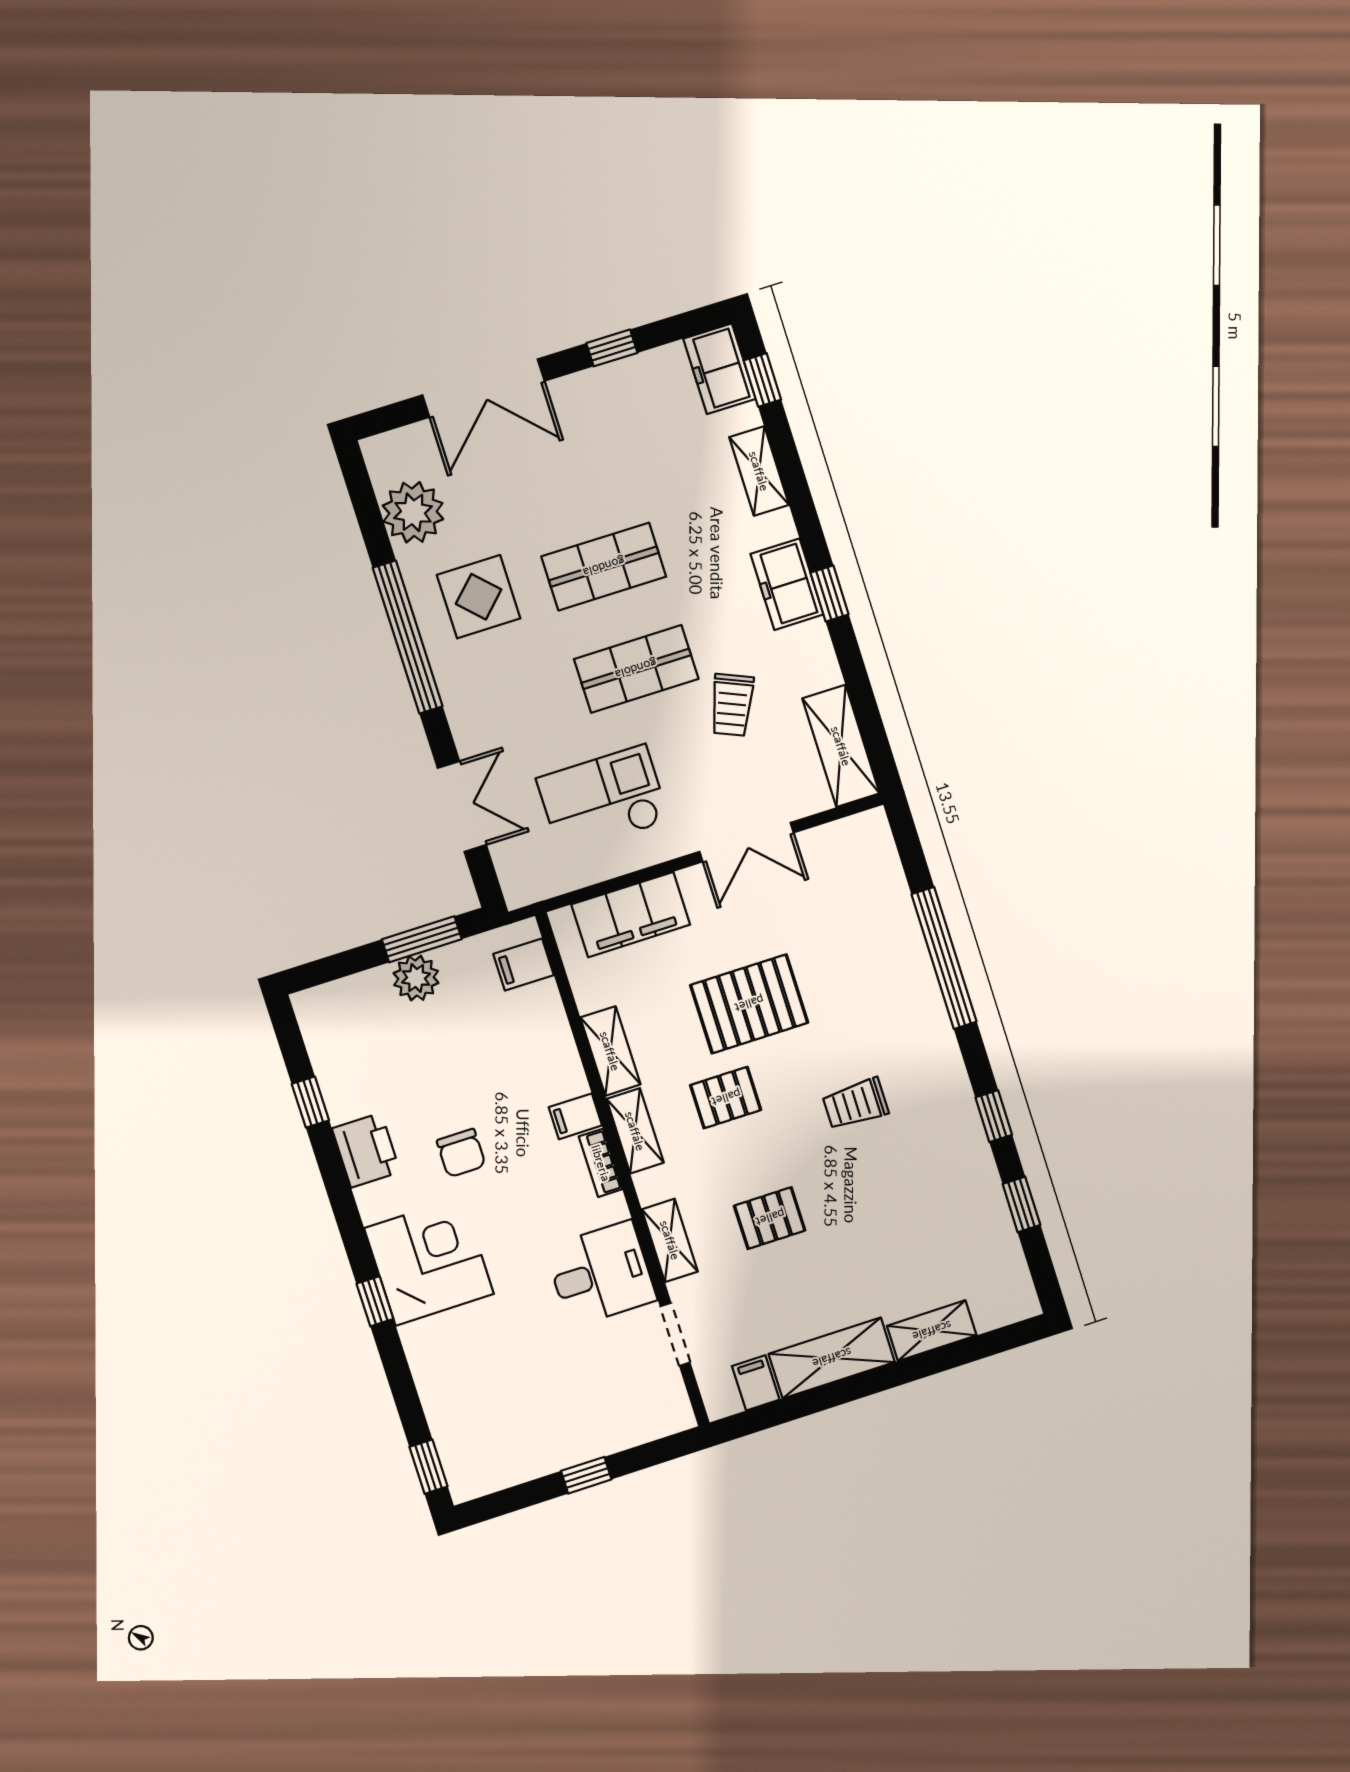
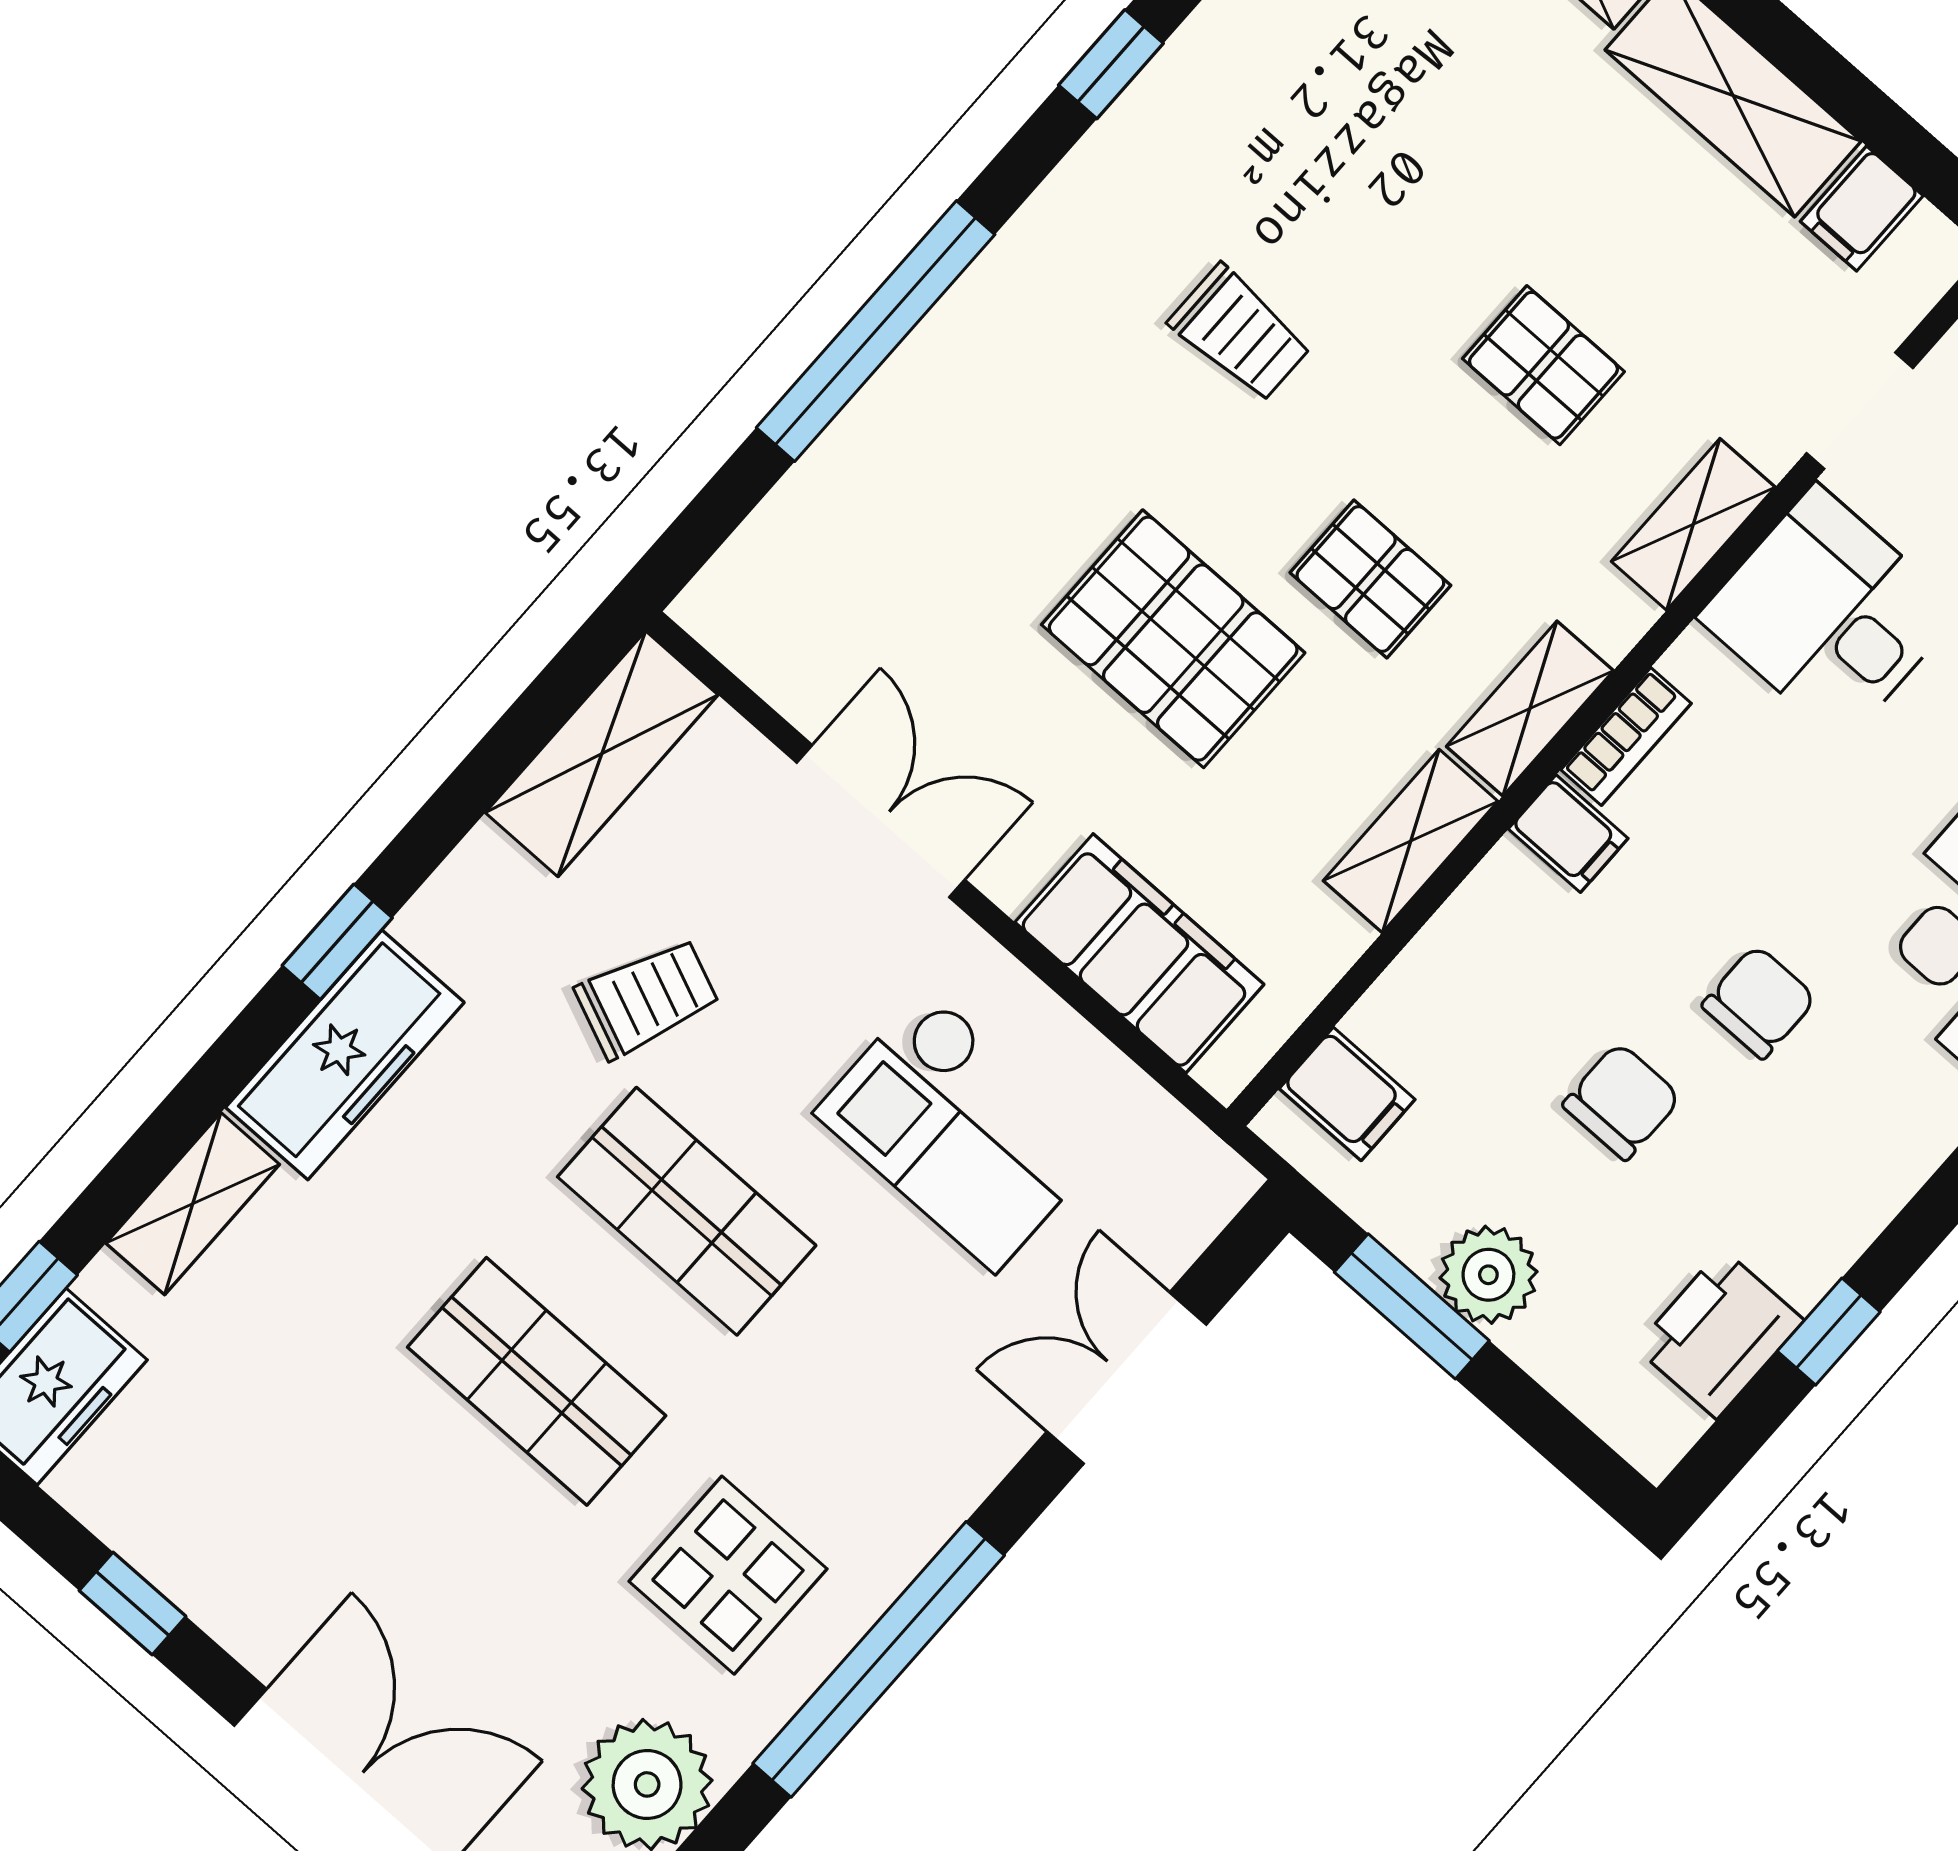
freezer: (787, 584) -> (345, 1055), width x1.40
chair: (454, 1074) -> (1622, 1101), added
printer: (366, 1150) -> (1719, 1334), moved

